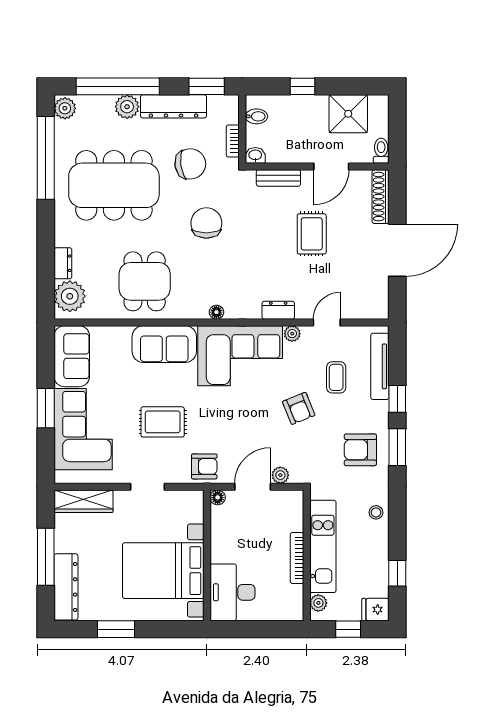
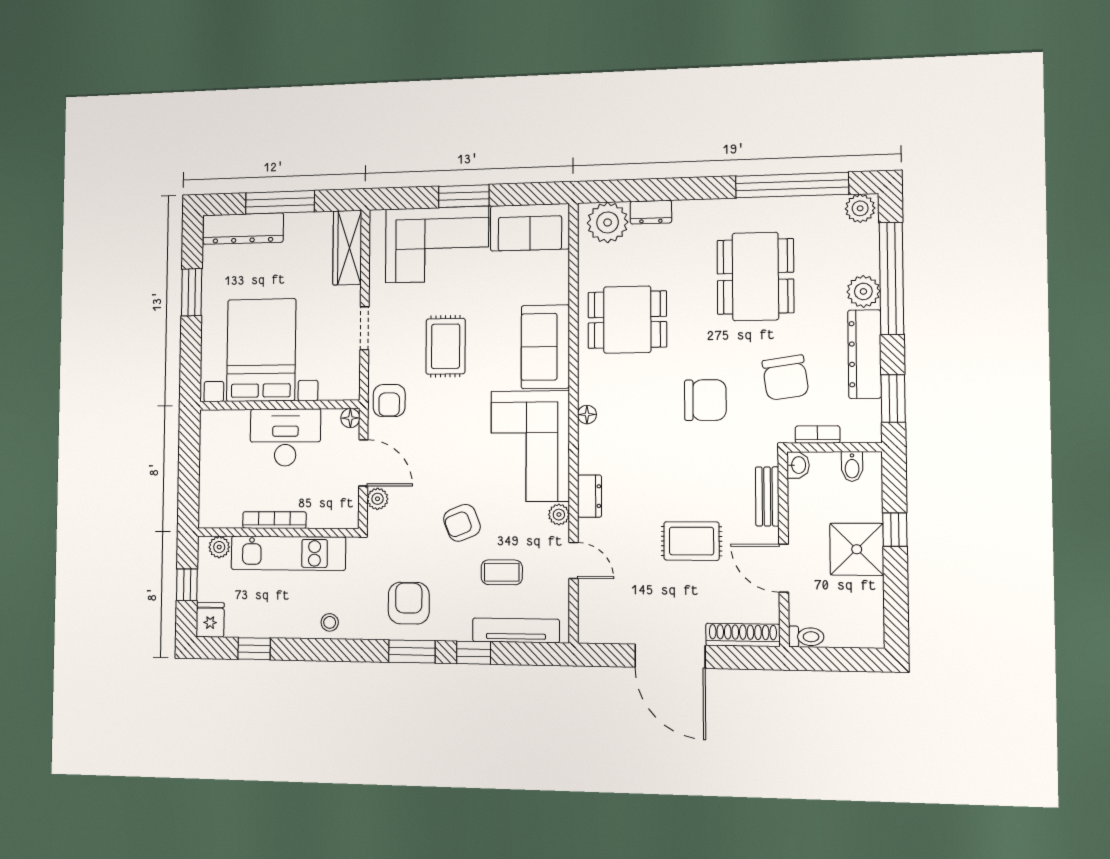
shower: (348, 114) -> (857, 549), moved
dining table: (114, 185) -> (755, 276), width x0.73, depth x0.80
desk: (232, 592) -> (285, 437), moved

